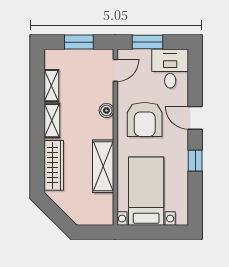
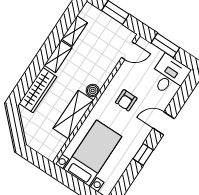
boiler: (106, 110) -> (93, 90), moved
door: (195, 118) -> (164, 123), hinge flipped
armchair: (145, 119) -> (126, 100), width x0.53, depth x0.53

